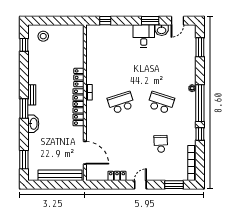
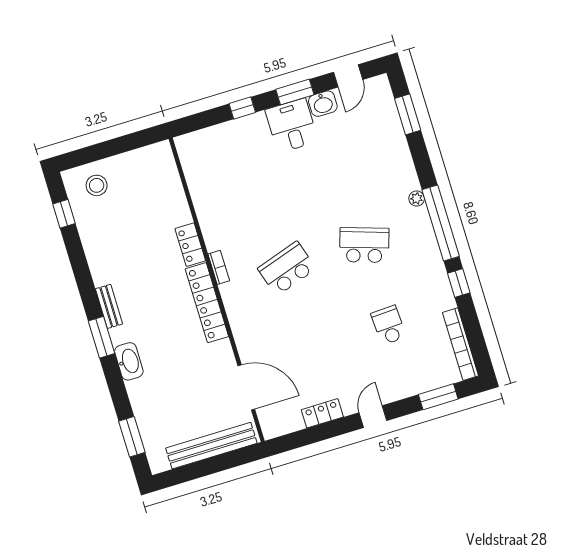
window: (105, 21) -> (242, 108), moved

